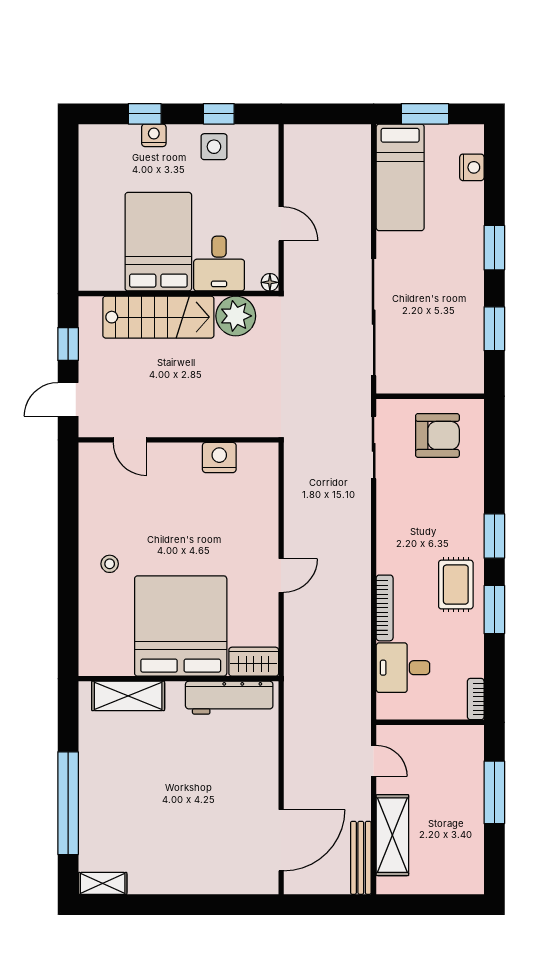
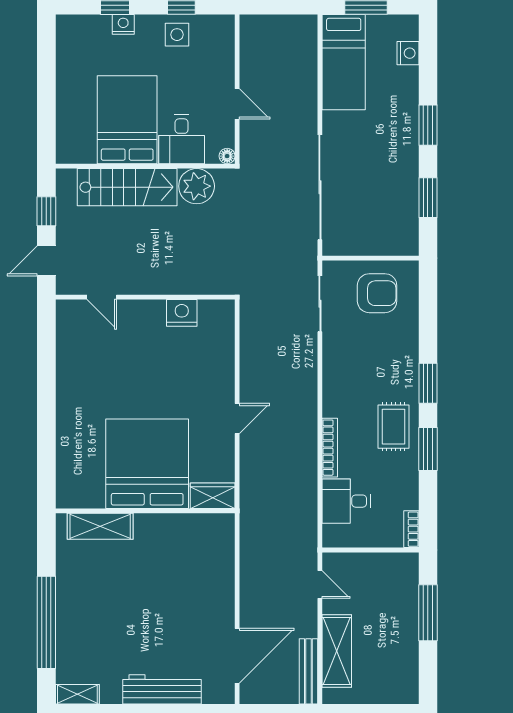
stool: (110, 564) -> (84, 408), removed
workbench: (229, 698) -> (162, 689), moved, turned 180

